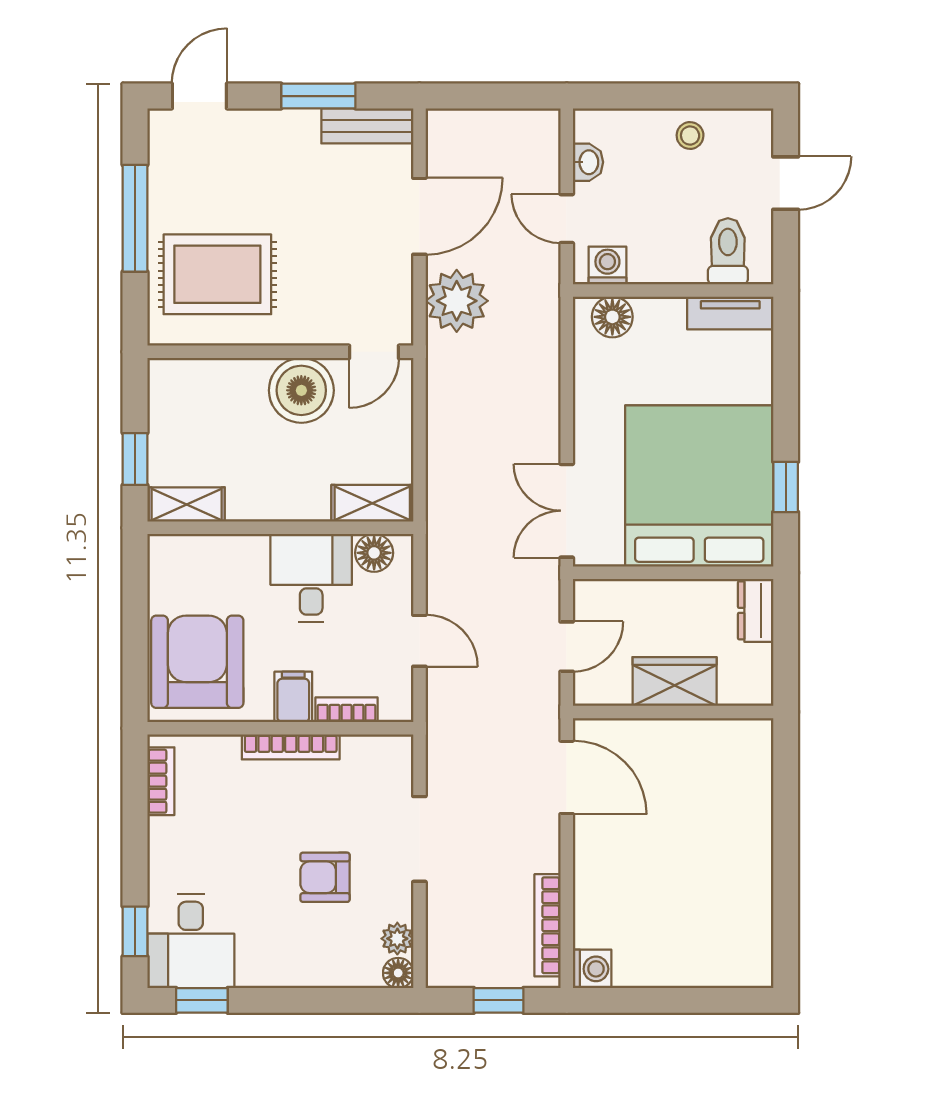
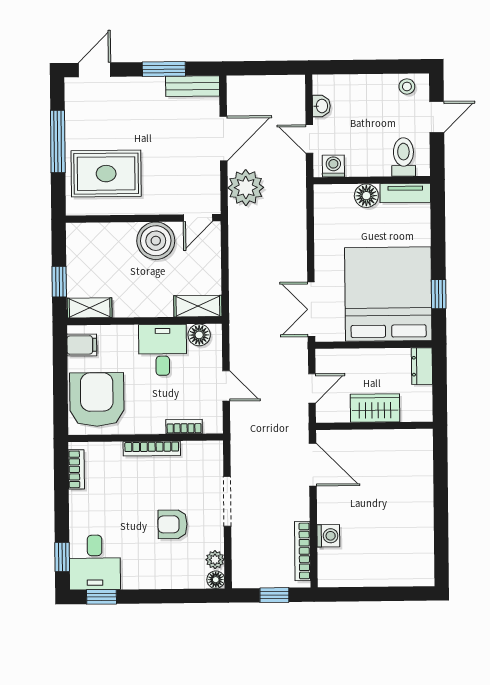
stool: (690, 136) -> (407, 87), moved
floor lamp: (612, 317) -> (366, 196), moved
filing cabinet: (293, 697) -> (82, 345), moved, turned 90
washing machine: (592, 969) -> (328, 536), moved

